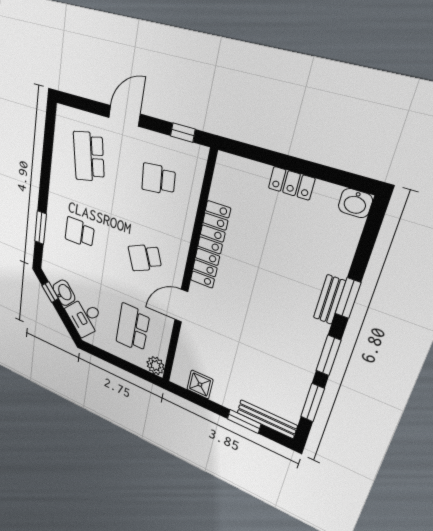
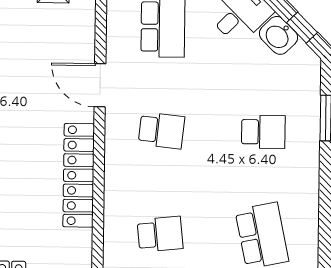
school desk: (145, 258) -> (161, 130), turned 30
door: (181, 306) -> (100, 85), swing flipped

